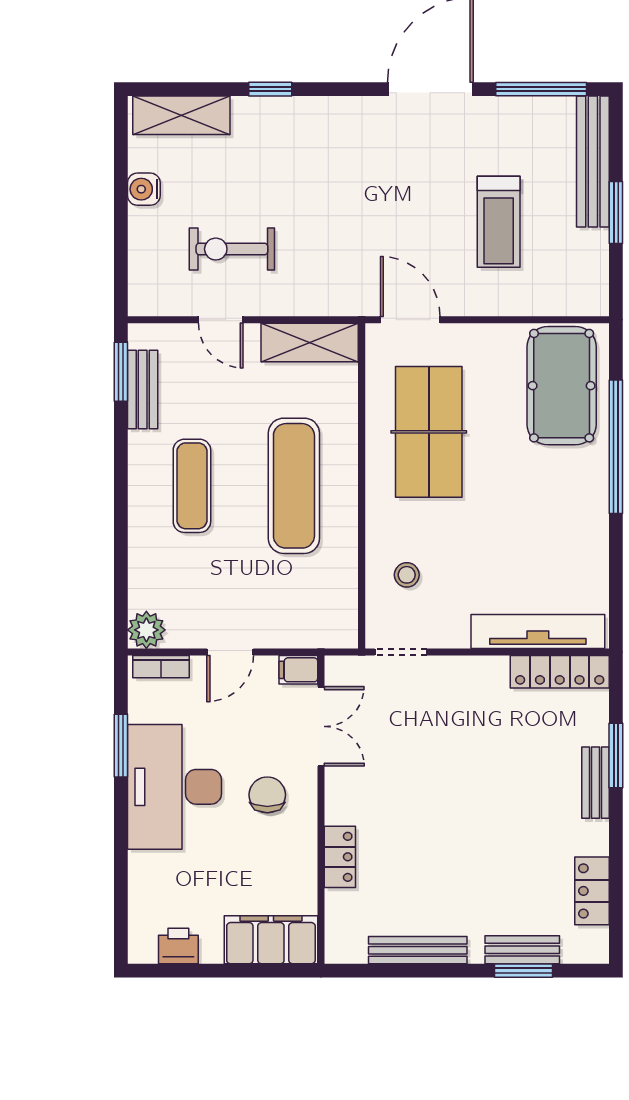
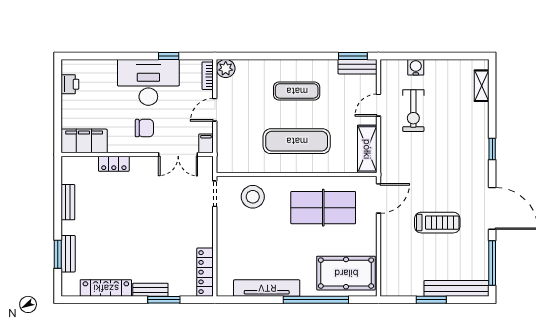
window: (270, 89) -> (492, 149), moved
shelving: (181, 115) -> (482, 86), width x0.67, depth x0.75
water cooler: (144, 189) -> (416, 67), moved
treadmill: (499, 222) -> (437, 223), moved, turned 180
exercise bike: (232, 249) -> (413, 111), turned 180
bench: (143, 389) -> (357, 67), moved
stool: (407, 575) -> (253, 197), width x1.89, depth x1.89
tv unit: (538, 632) -> (267, 288), moved, turned -90
door: (230, 652) -> (215, 110), hinge flipped
window: (121, 746) -> (169, 56), width x0.67
locker: (592, 891) -> (106, 288), width x1.53
filing cabinet: (271, 940) -> (84, 141), moved, turned -90
bench: (418, 950) -> (68, 202), width x0.73

